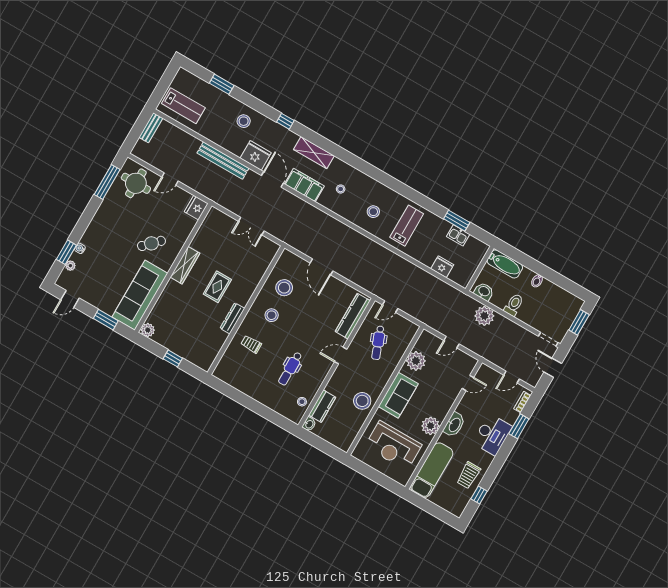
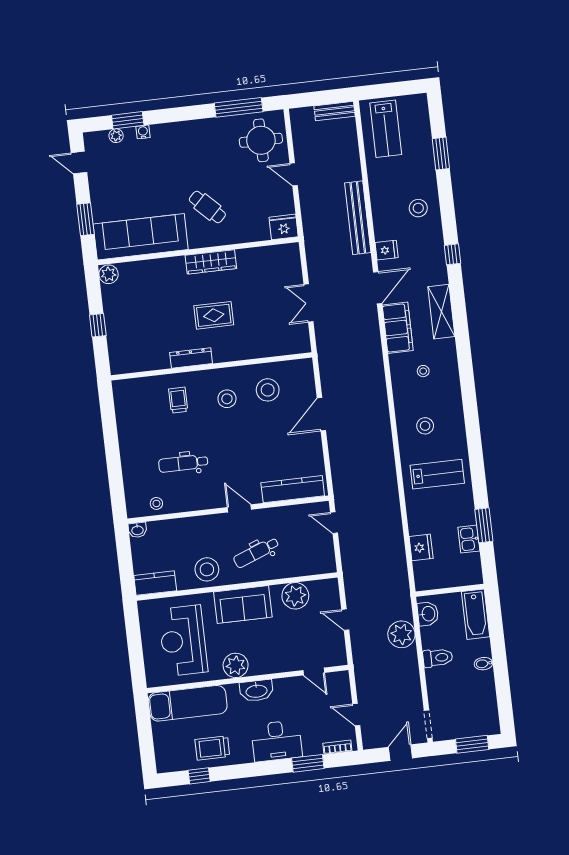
fridge: (256, 156) -> (387, 250), width x0.53, depth x0.75
dental chair: (378, 343) -> (256, 552), moved
kitchen counter: (322, 406) -> (155, 583), moved, turned 180

